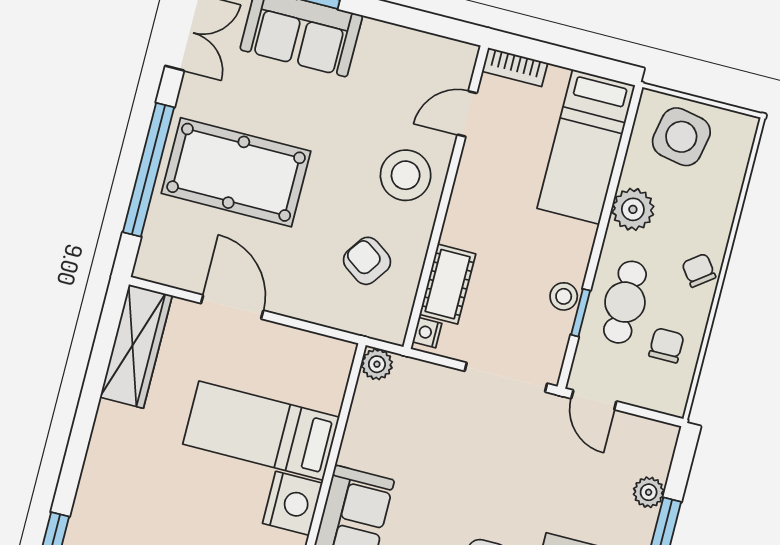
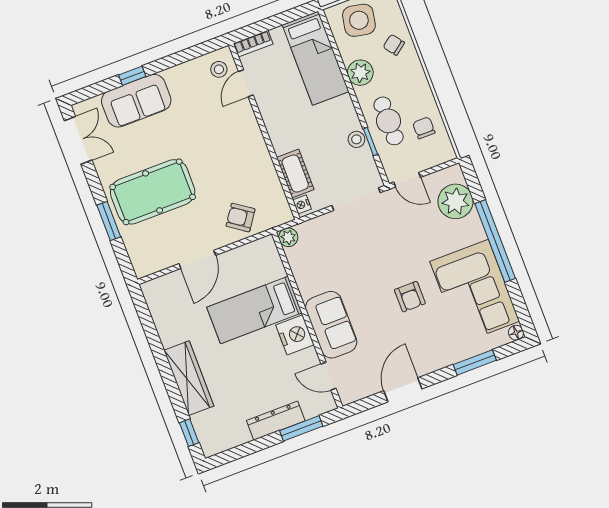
window: (149, 170) -> (109, 221), width x0.47
stool: (406, 175) -> (219, 69), moved, width x0.53, depth x0.53
armchair: (367, 261) -> (240, 218), moved
chair: (699, 270) -> (394, 45), moved
door: (232, 307) -> (197, 259), swing flipped
wardrobe: (136, 346) -> (189, 378), moved
plant: (649, 492) -> (455, 201), width x1.87, depth x1.87

